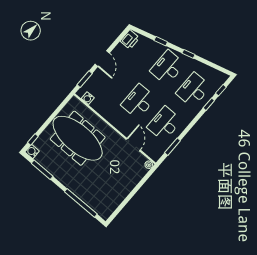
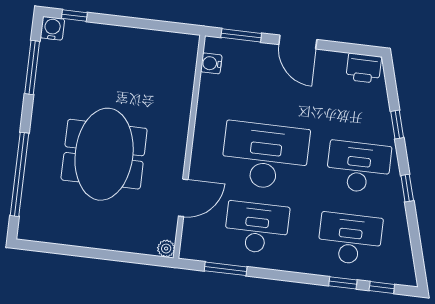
door: (102, 59) -> (298, 42), hinge flipped
desk: (138, 101) -> (265, 156), width x1.36, depth x1.30
meeting table: (78, 138) -> (104, 154), moved, width x0.73

